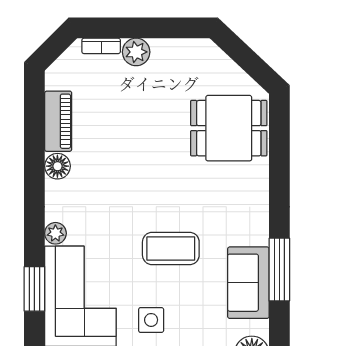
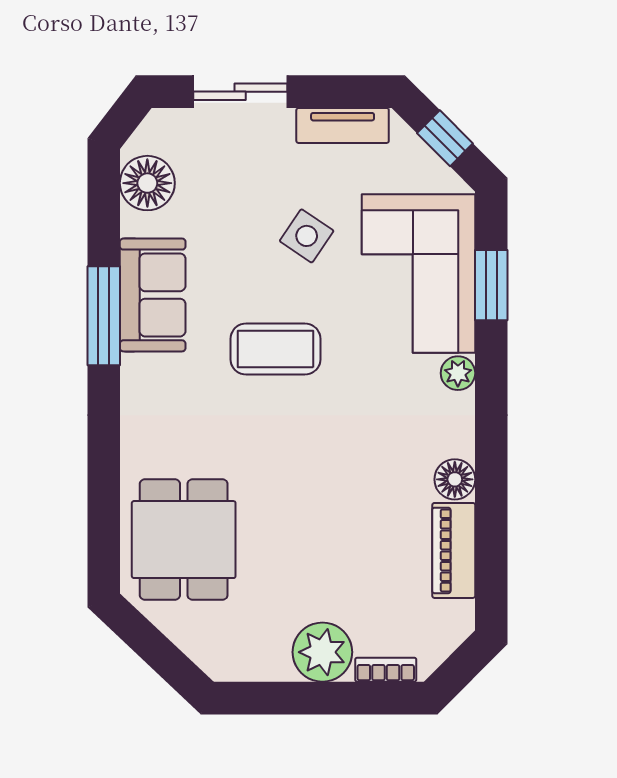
plant: (136, 52) -> (322, 652), width x1.36, depth x1.36
dining table: (229, 128) -> (184, 540), turned 90
side table: (151, 320) -> (307, 236), turned 34

